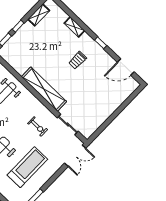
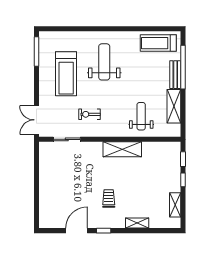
door: (126, 67) -> (77, 231), moved
shelving: (44, 89) -> (122, 149), width x0.68

